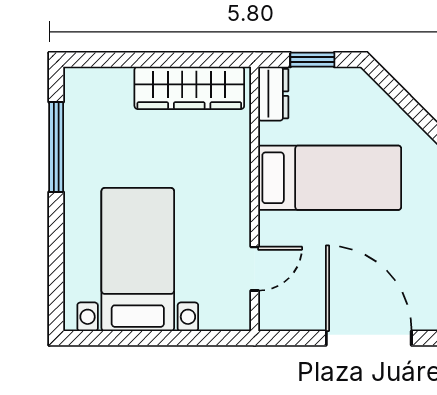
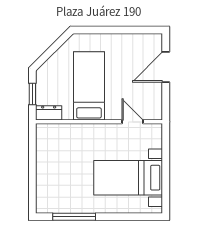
wardrobe: (189, 88) -> (46, 153), removed
door: (369, 338) -> (166, 67), width x0.73

